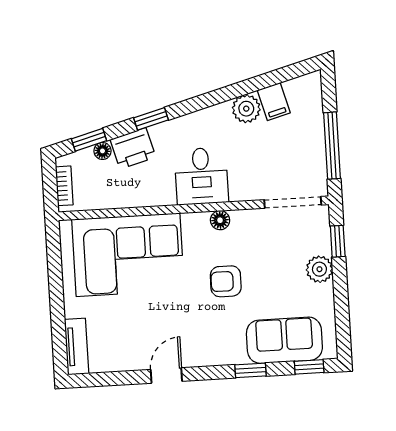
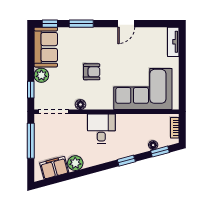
filing cabinet: (274, 102) -> (54, 168), width x2.00
printer: (133, 148) -> (137, 146), removed
floor lamp: (220, 220) -> (80, 105), moved
sofa: (284, 340) -> (46, 47), moved, turned -90
window: (250, 370) -> (81, 24), width x1.50

